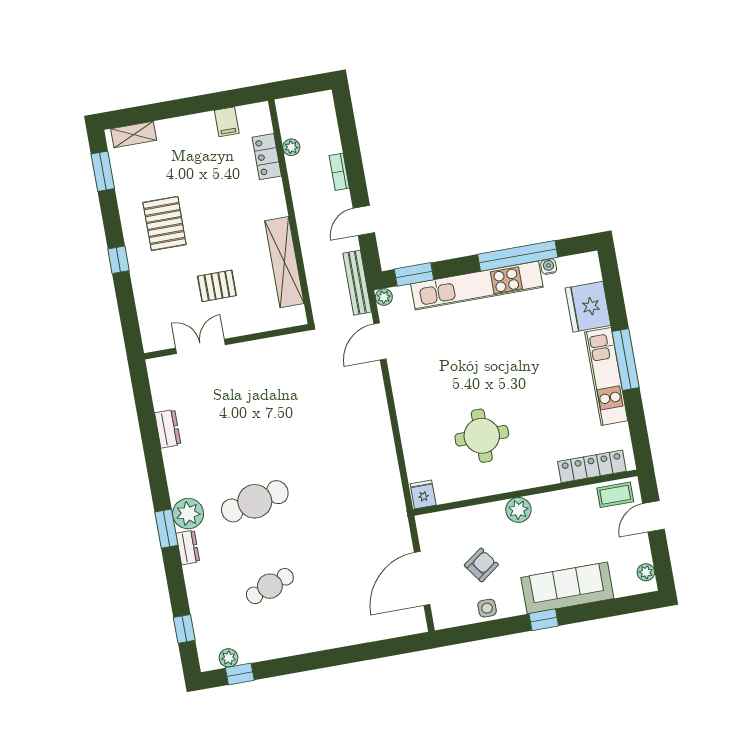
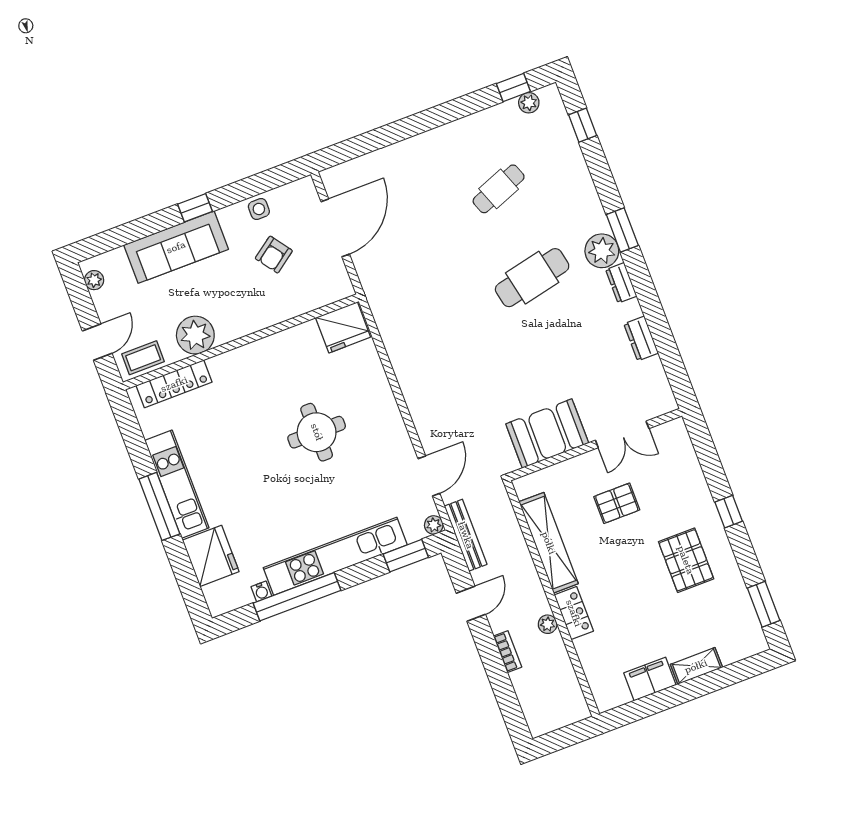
filing cabinet: (227, 122) -> (650, 679), width x2.00
shelving: (134, 135) -> (696, 666), moved
plant: (291, 147) -> (548, 624), moved
locker: (267, 157) -> (574, 613), moved
booth: (267, 360) -> (547, 434), added
round table: (482, 436) -> (317, 432), moved
fridge: (423, 494) -> (343, 327), width x1.88, depth x1.34
plant: (518, 510) -> (195, 335), moved, width x1.36, depth x1.36
dresser: (188, 547) -> (621, 283), moved

